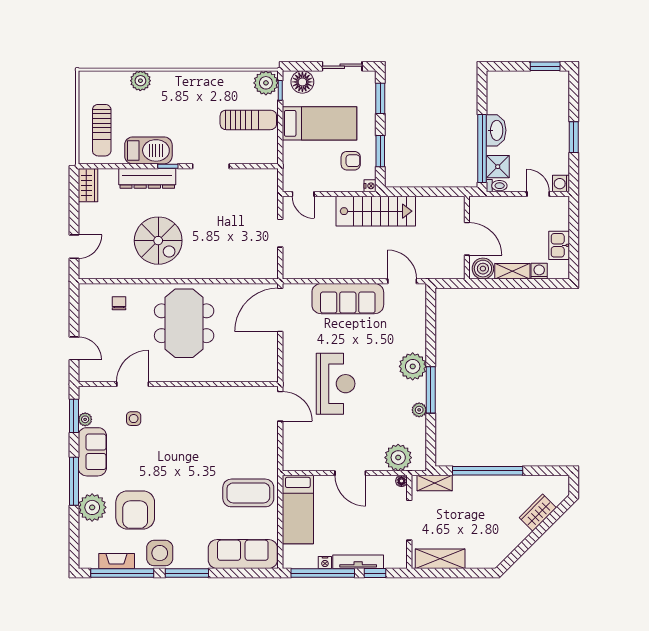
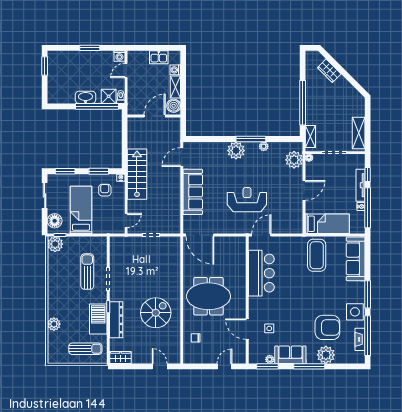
sun lounger: (248, 120) -> (87, 272), moved
bar counter: (220, 406) -> (261, 273), added

